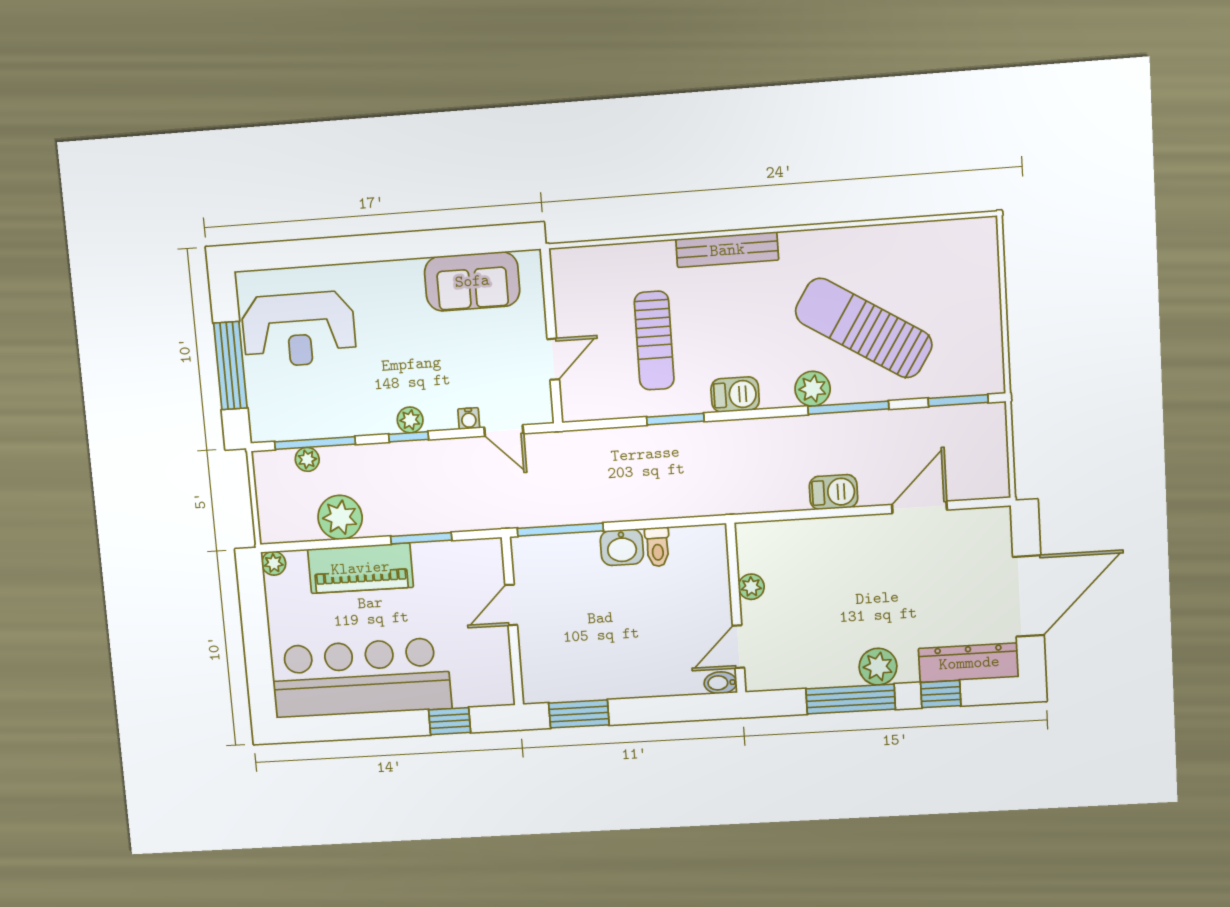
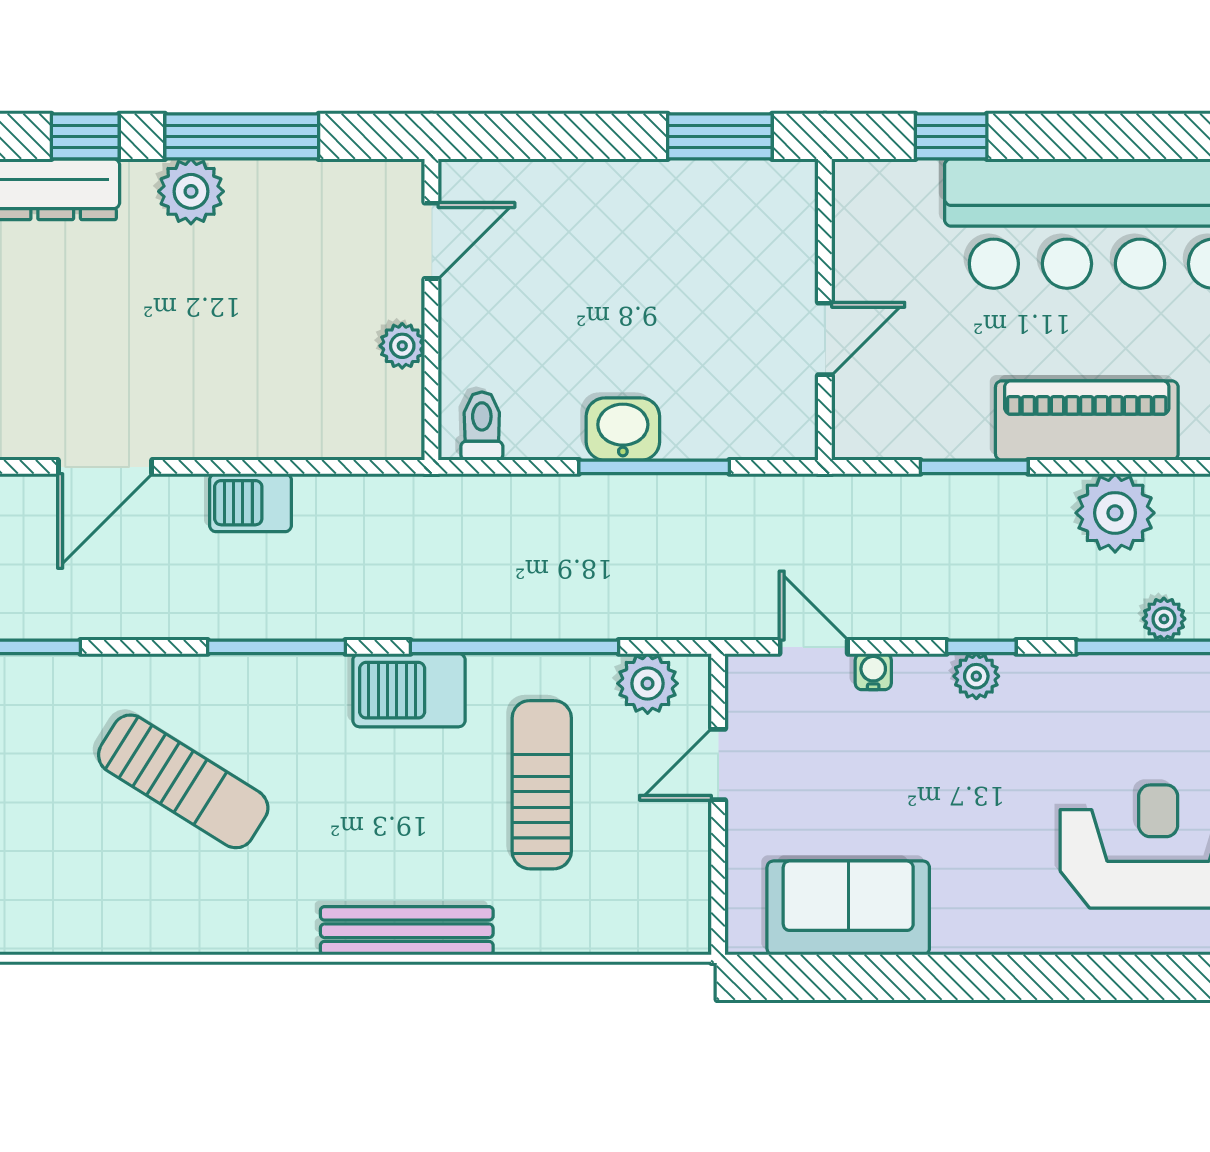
sun lounger: (864, 328) -> (183, 781), width x0.73, depth x0.75
plant: (813, 389) -> (648, 683), moved
barbecue: (735, 395) -> (409, 690), width x1.38, depth x1.27
window: (848, 408) -> (277, 647), moved
window: (675, 419) -> (515, 647), width x2.11
window: (560, 530) -> (654, 467), moved
toilet: (657, 547) -> (482, 426), moved
bidet: (720, 683) -> (467, 178), removed

